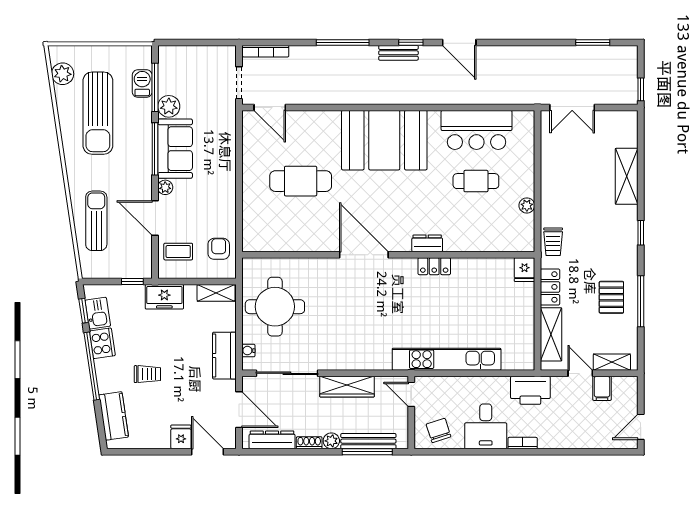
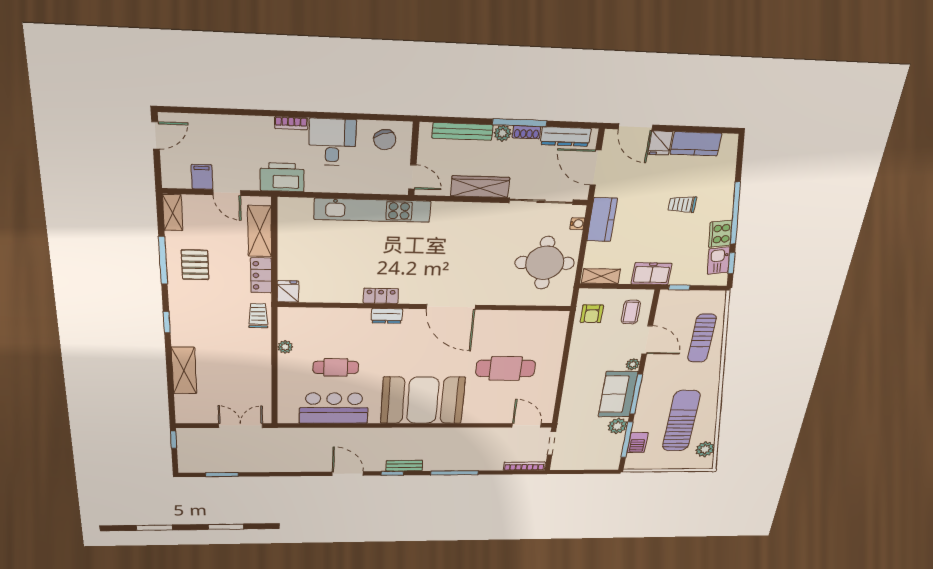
coffee table: (178, 252) -> (631, 312), turned 90
shelving: (612, 362) -> (173, 213), moved, turned 90
kitchen counter: (114, 416) -> (696, 144), moved, turned -82
window: (367, 452) -> (520, 123), moved

